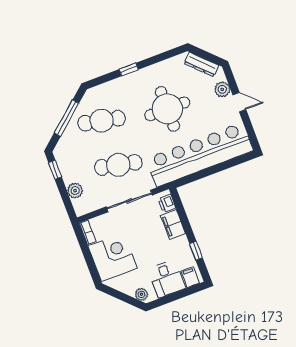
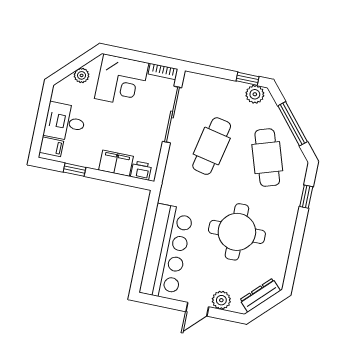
window: (129, 69) -> (306, 197), moved
cafe table: (102, 121) -> (267, 158), turned -30
bar counter: (200, 155) -> (166, 251), width x0.73
plant: (75, 191) -> (255, 94), moved
sliding door: (129, 201) -> (172, 115), moved
plant: (141, 294) -> (82, 75), moved

